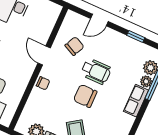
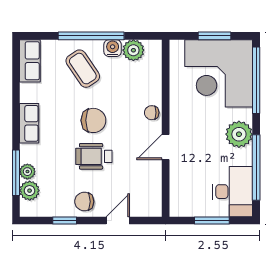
chair: (74, 46) -> (84, 202), moved, turned 64
door: (44, 55) -> (166, 147), swing flipped
row of seats: (136, 101) -> (29, 123), moved

